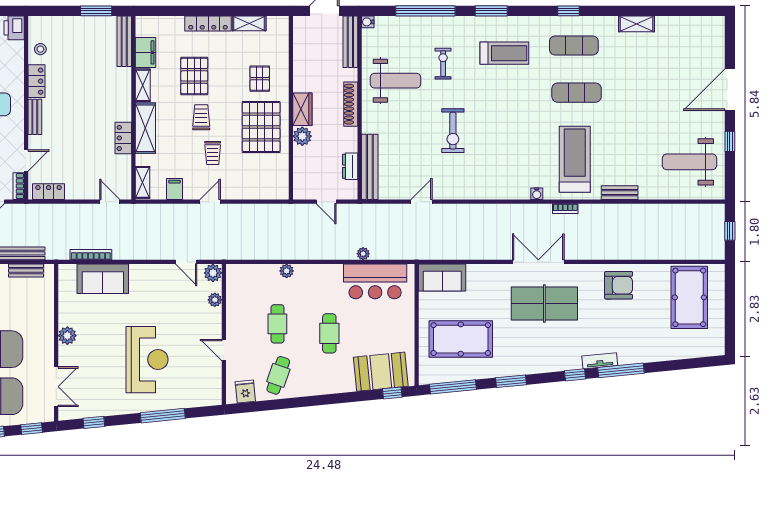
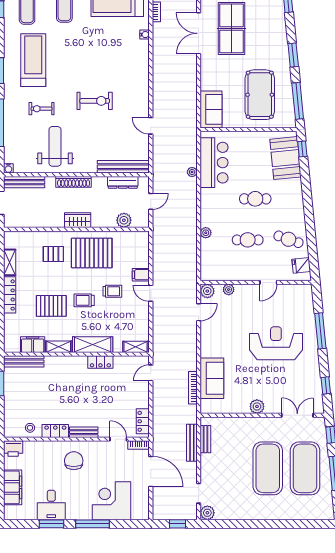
treadmill: (504, 53) -> (33, 60), width x1.37, depth x1.38
plant: (302, 136) -> (124, 220), moved
dresser: (350, 166) -> (123, 182), width x1.44
filing cabinet: (175, 189) -> (141, 275), moved

